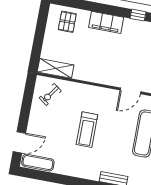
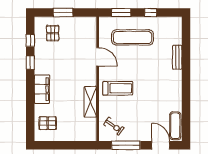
shelving: (56, 68) -> (90, 102), moved
window: (27, 104) -> (126, 145), added
treadmill: (87, 130) -> (118, 88), moved

